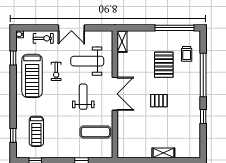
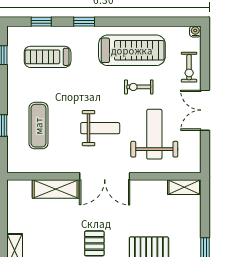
window: (13, 58) -> (84, 22), moved
treadmill: (32, 76) -> (132, 50), turned 180
shelving: (123, 126) -> (56, 189), added
exercise mat: (95, 132) -> (38, 126), moved

